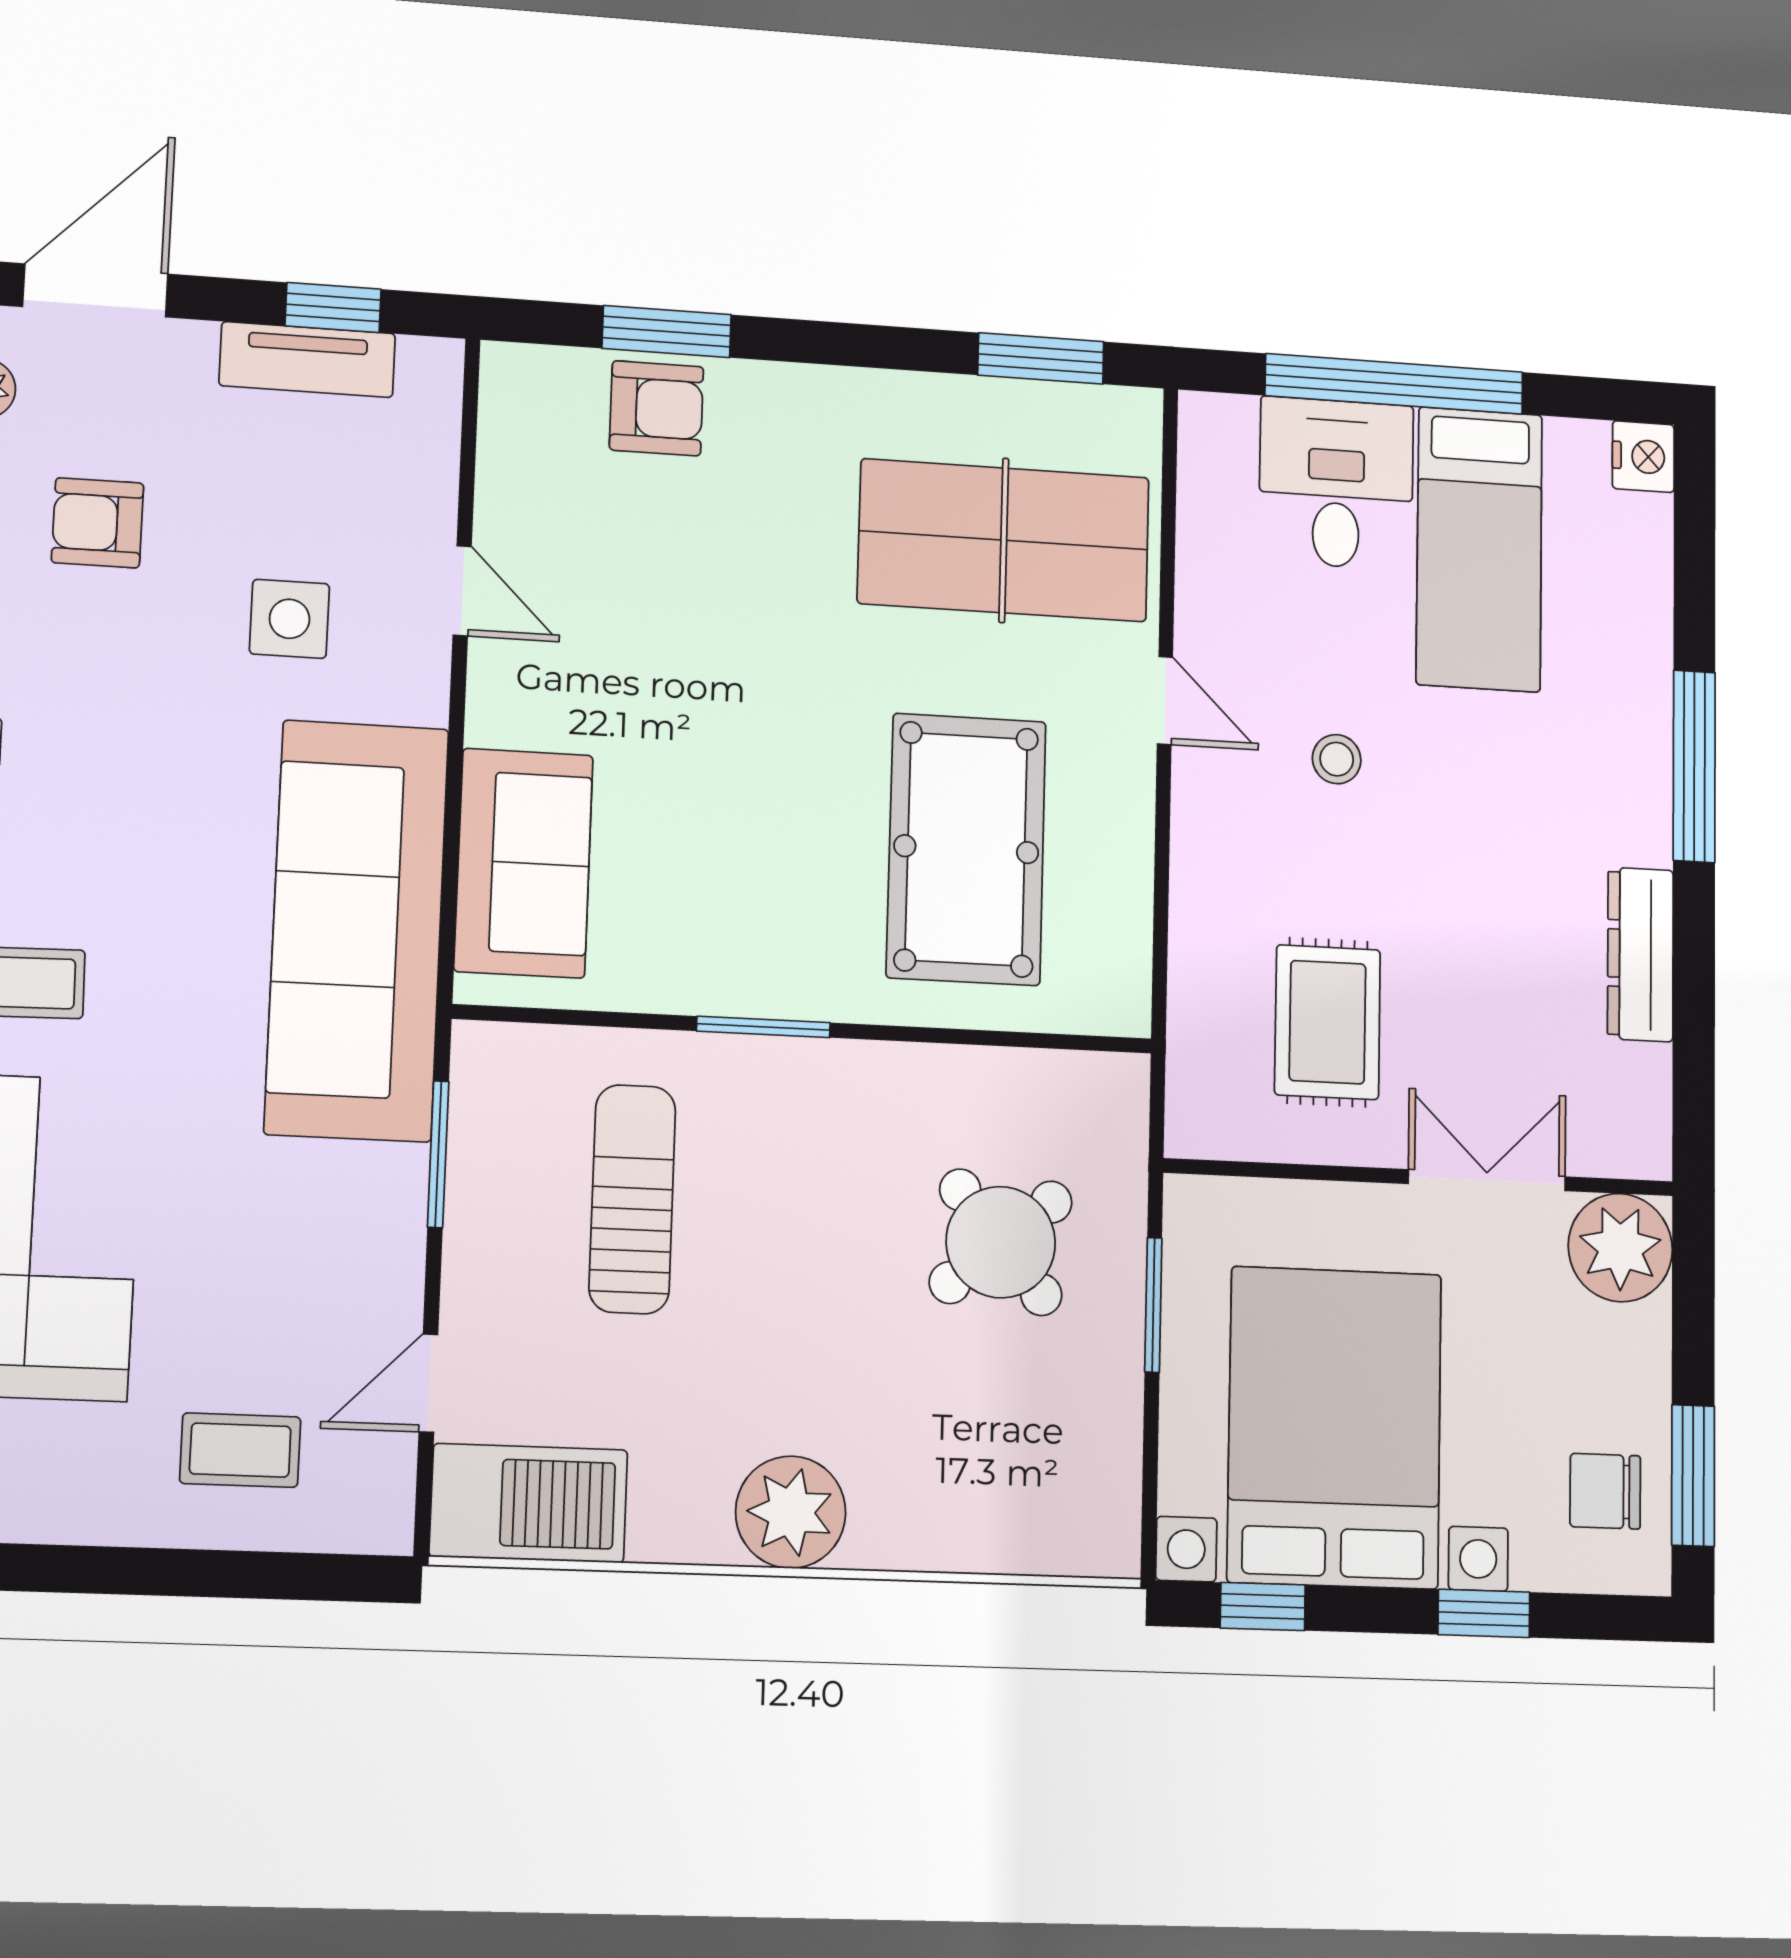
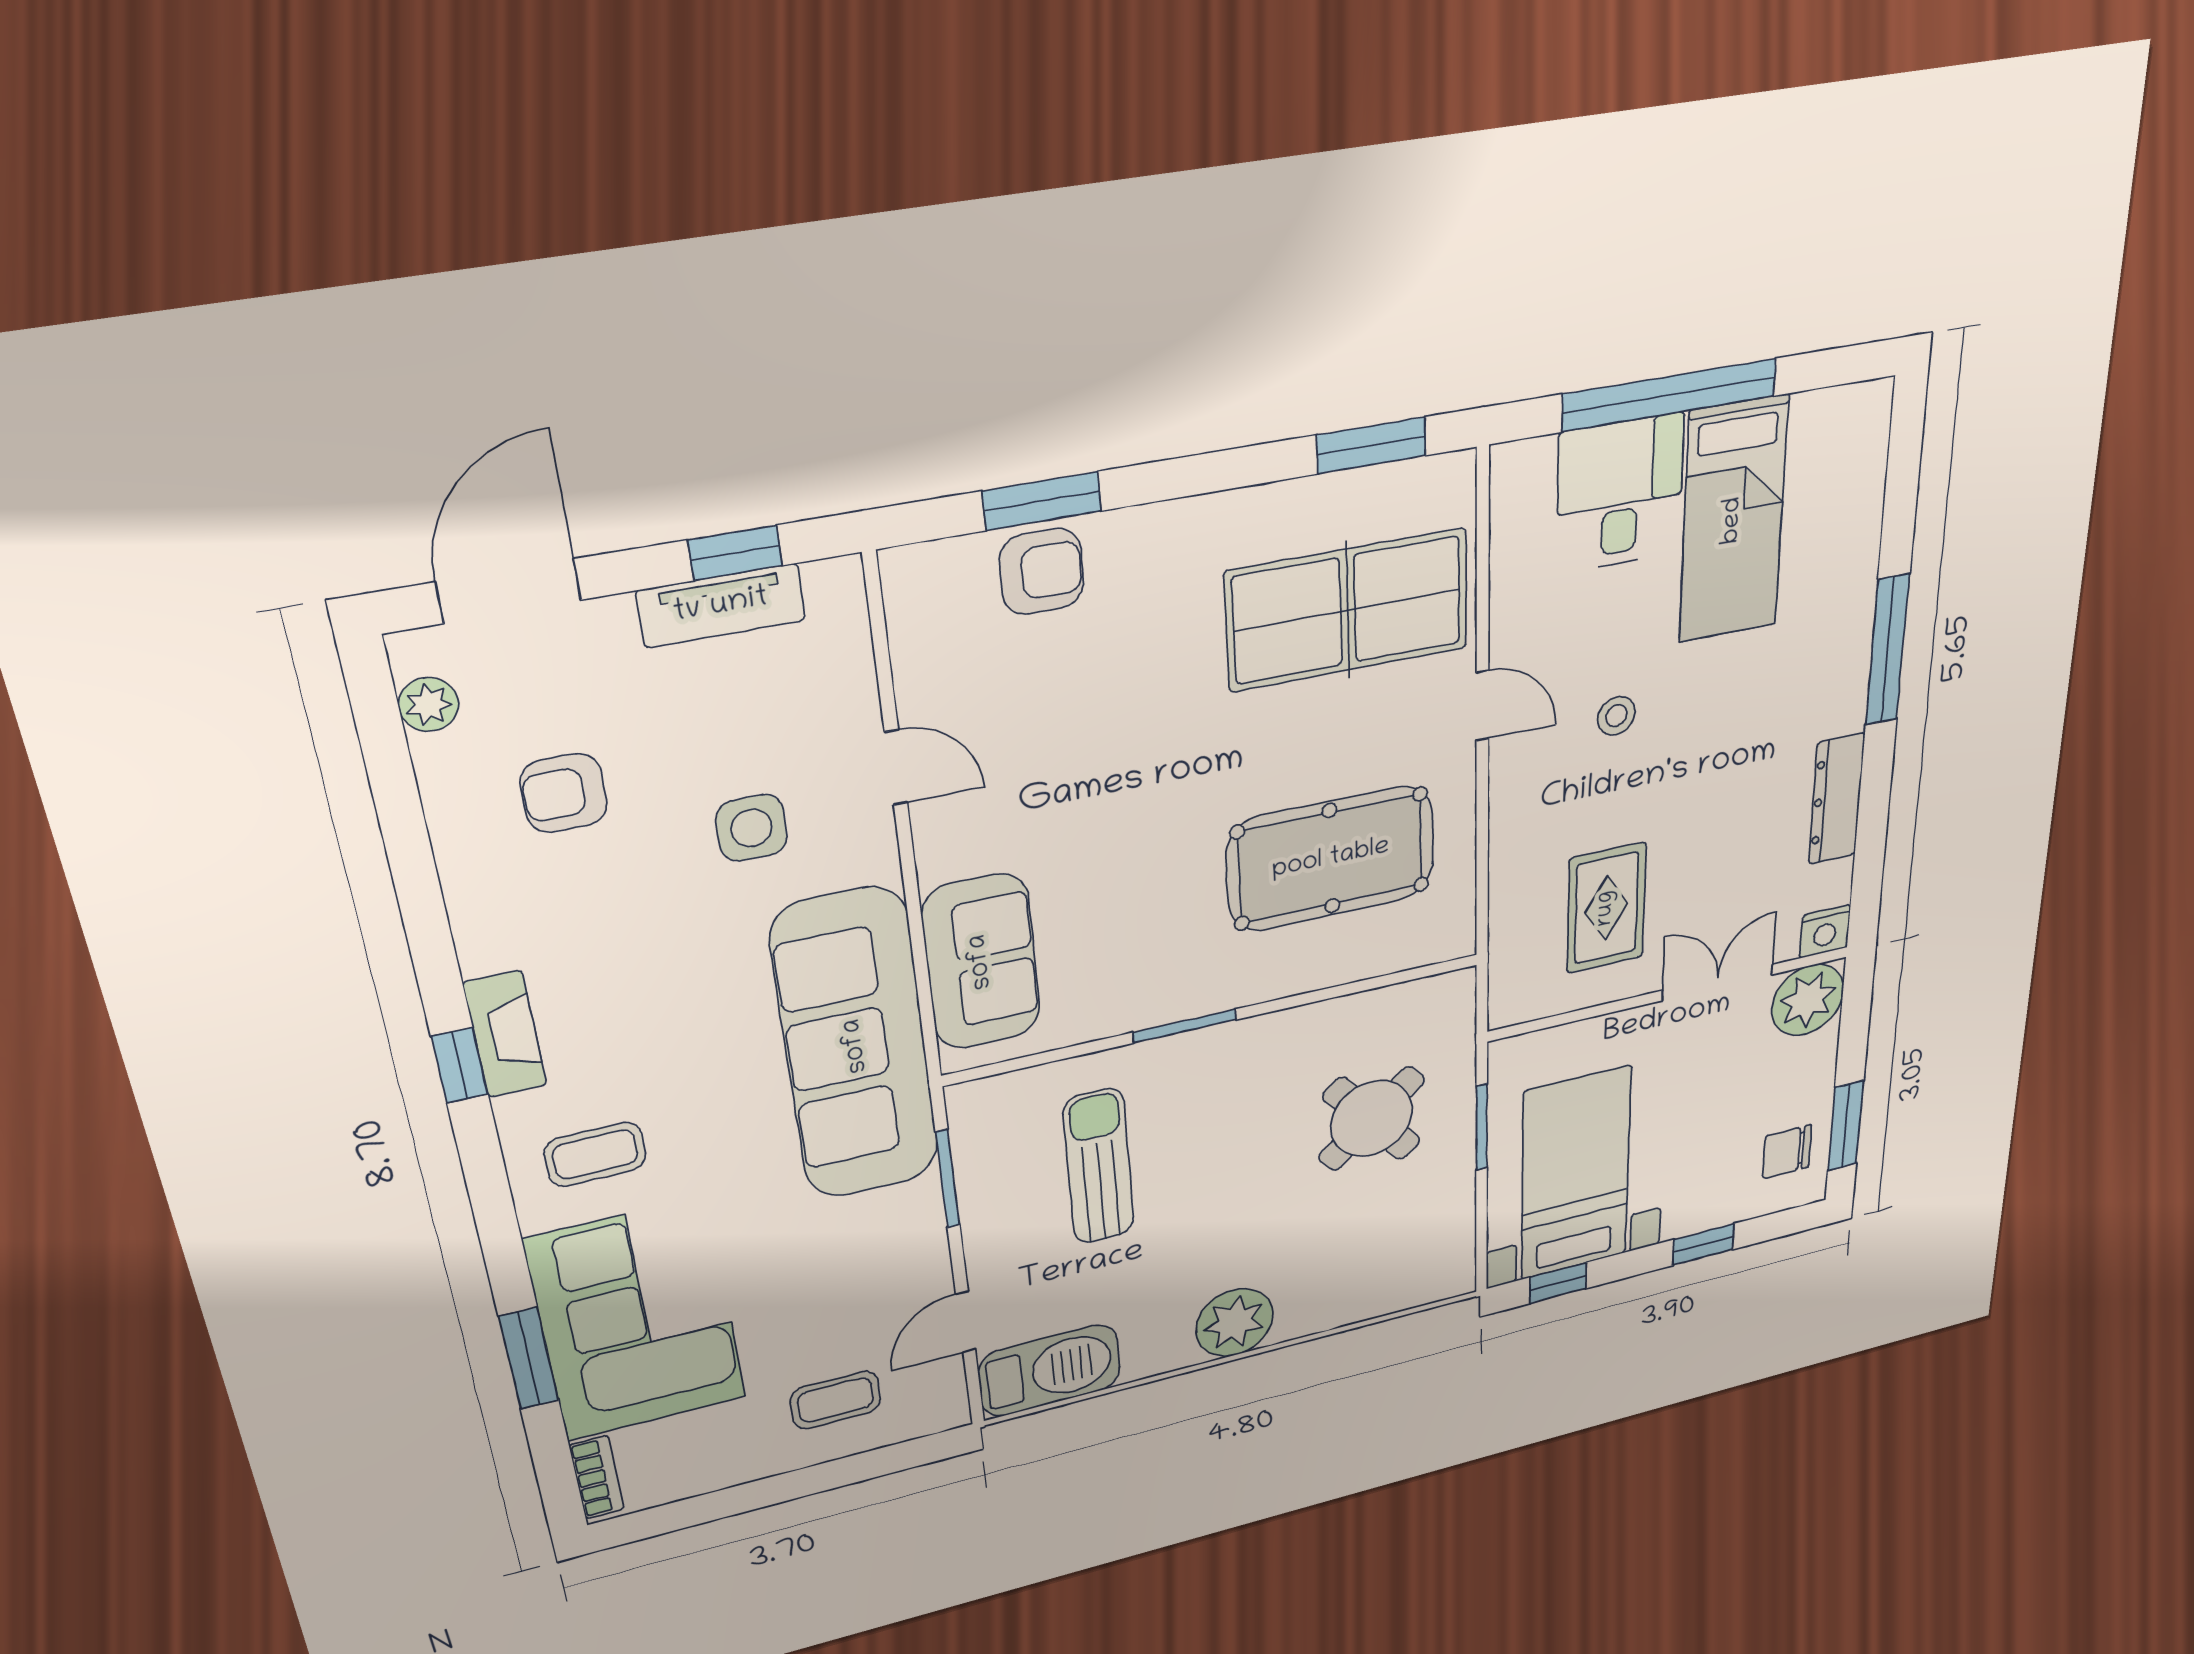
nightstand: (1643, 457) -> (1825, 931), moved, turned 90
pool table: (966, 849) -> (1331, 859), turned 90
bed with nightstands: (1335, 1427) -> (1576, 1174), width x0.73

